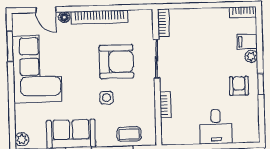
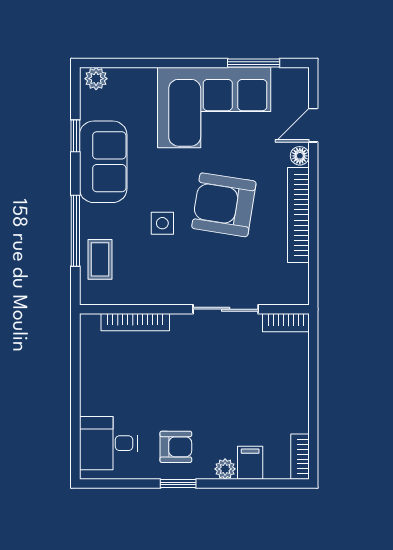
armchair: (116, 62) -> (224, 205), moved, turned 99
bookcase: (165, 105) -> (135, 322), width x1.56
desk: (216, 127) -> (108, 443), moved

